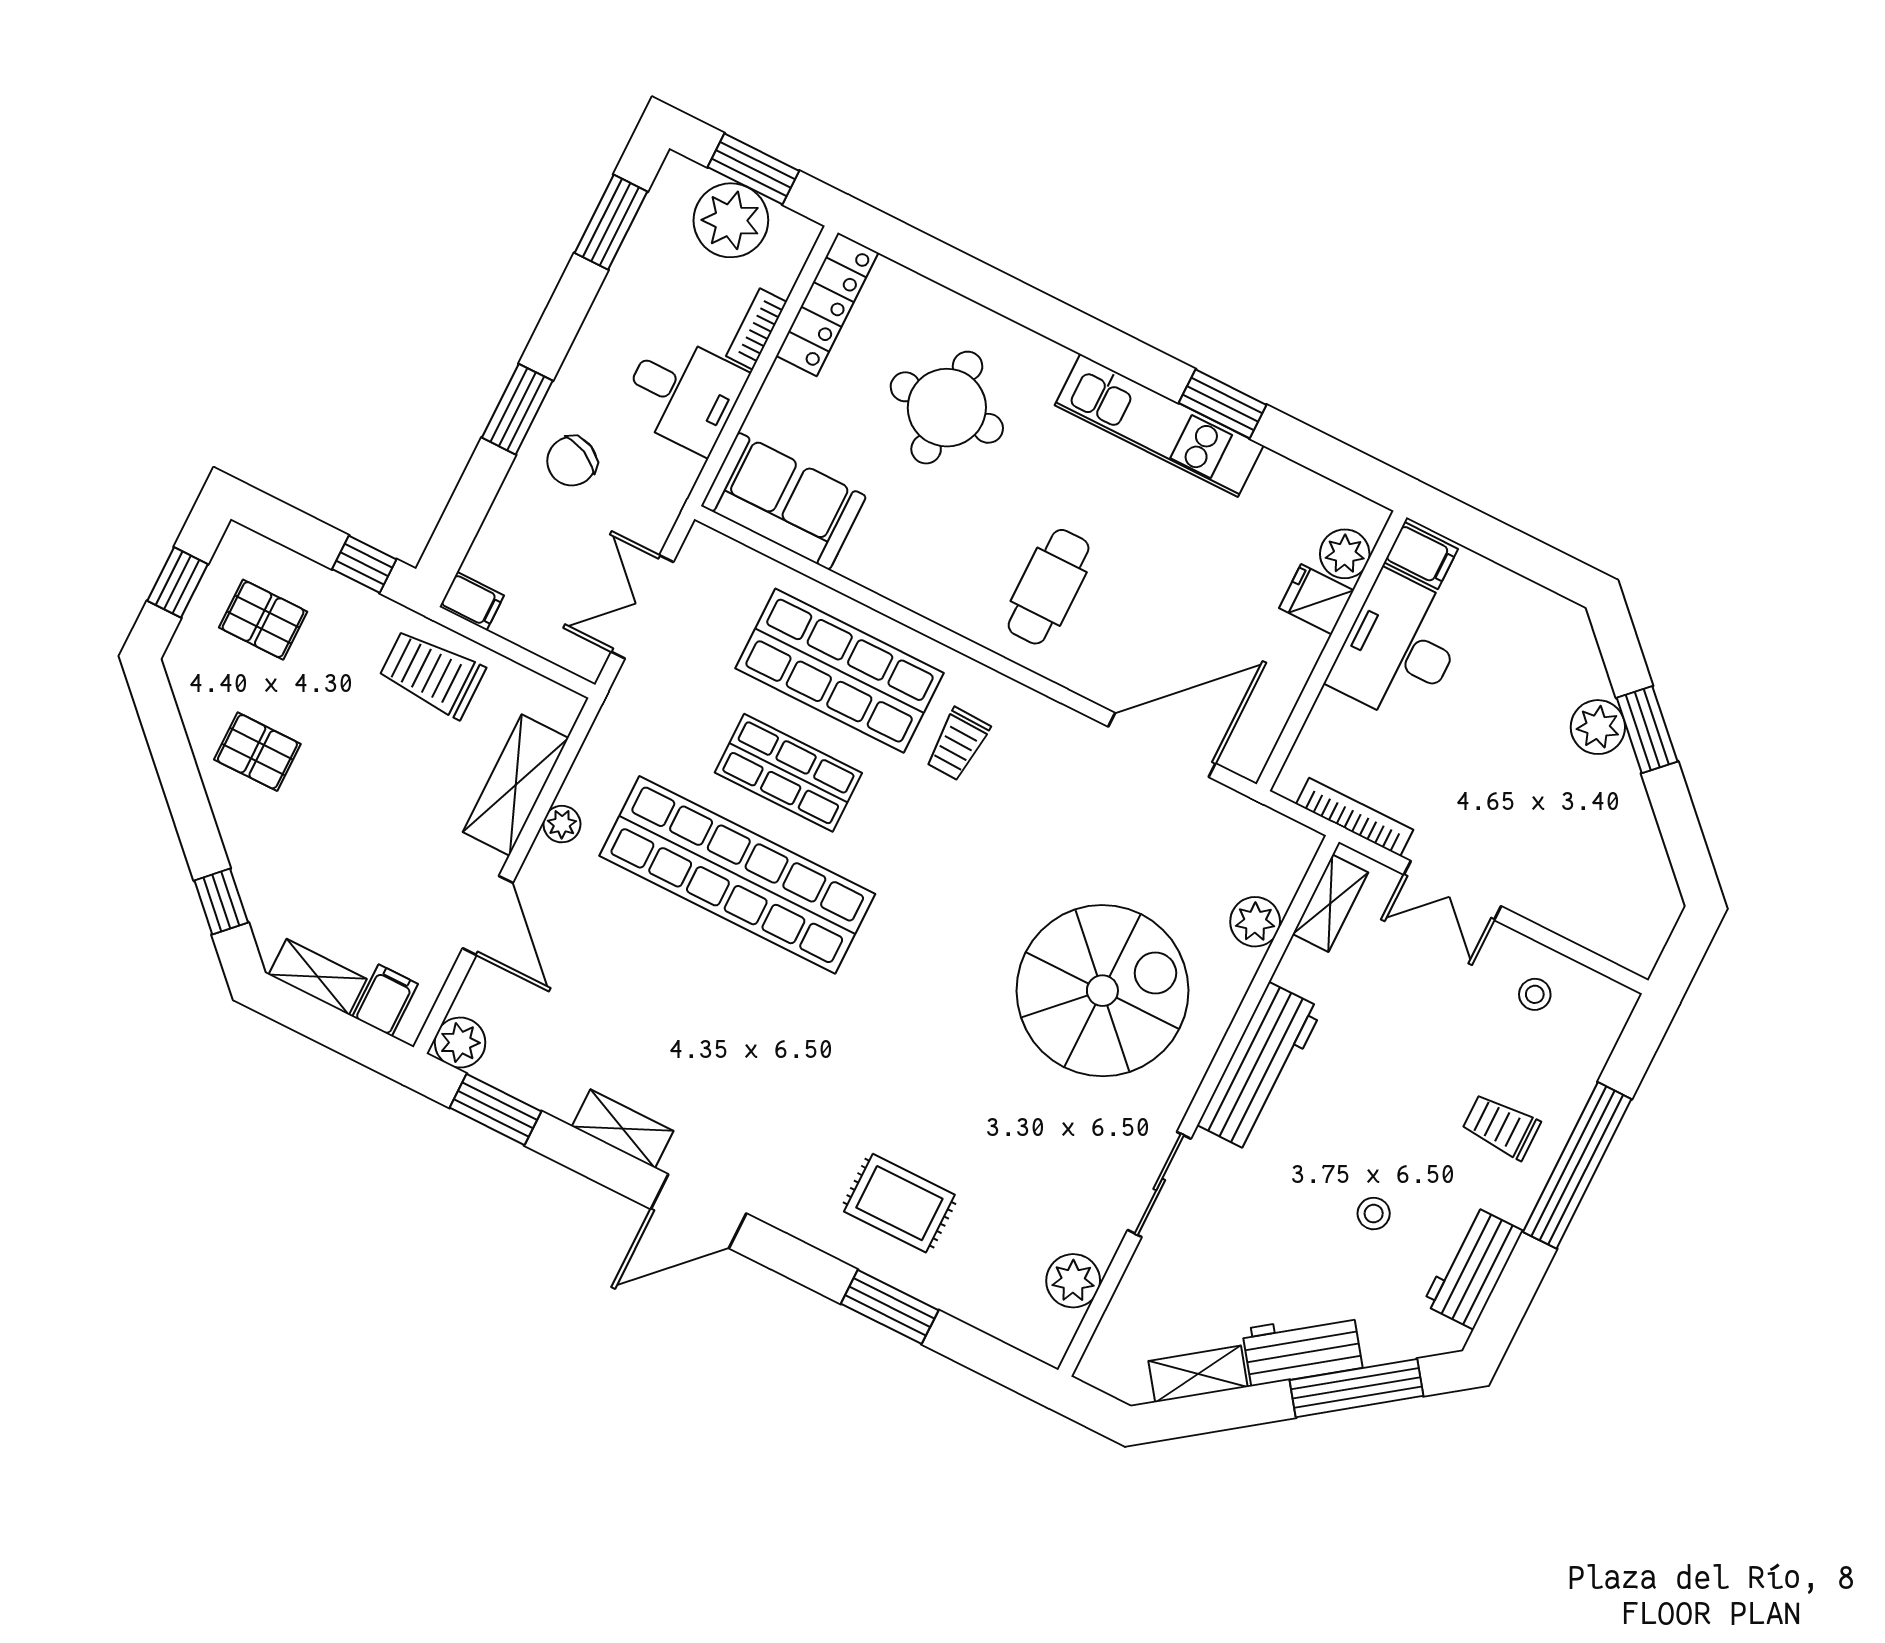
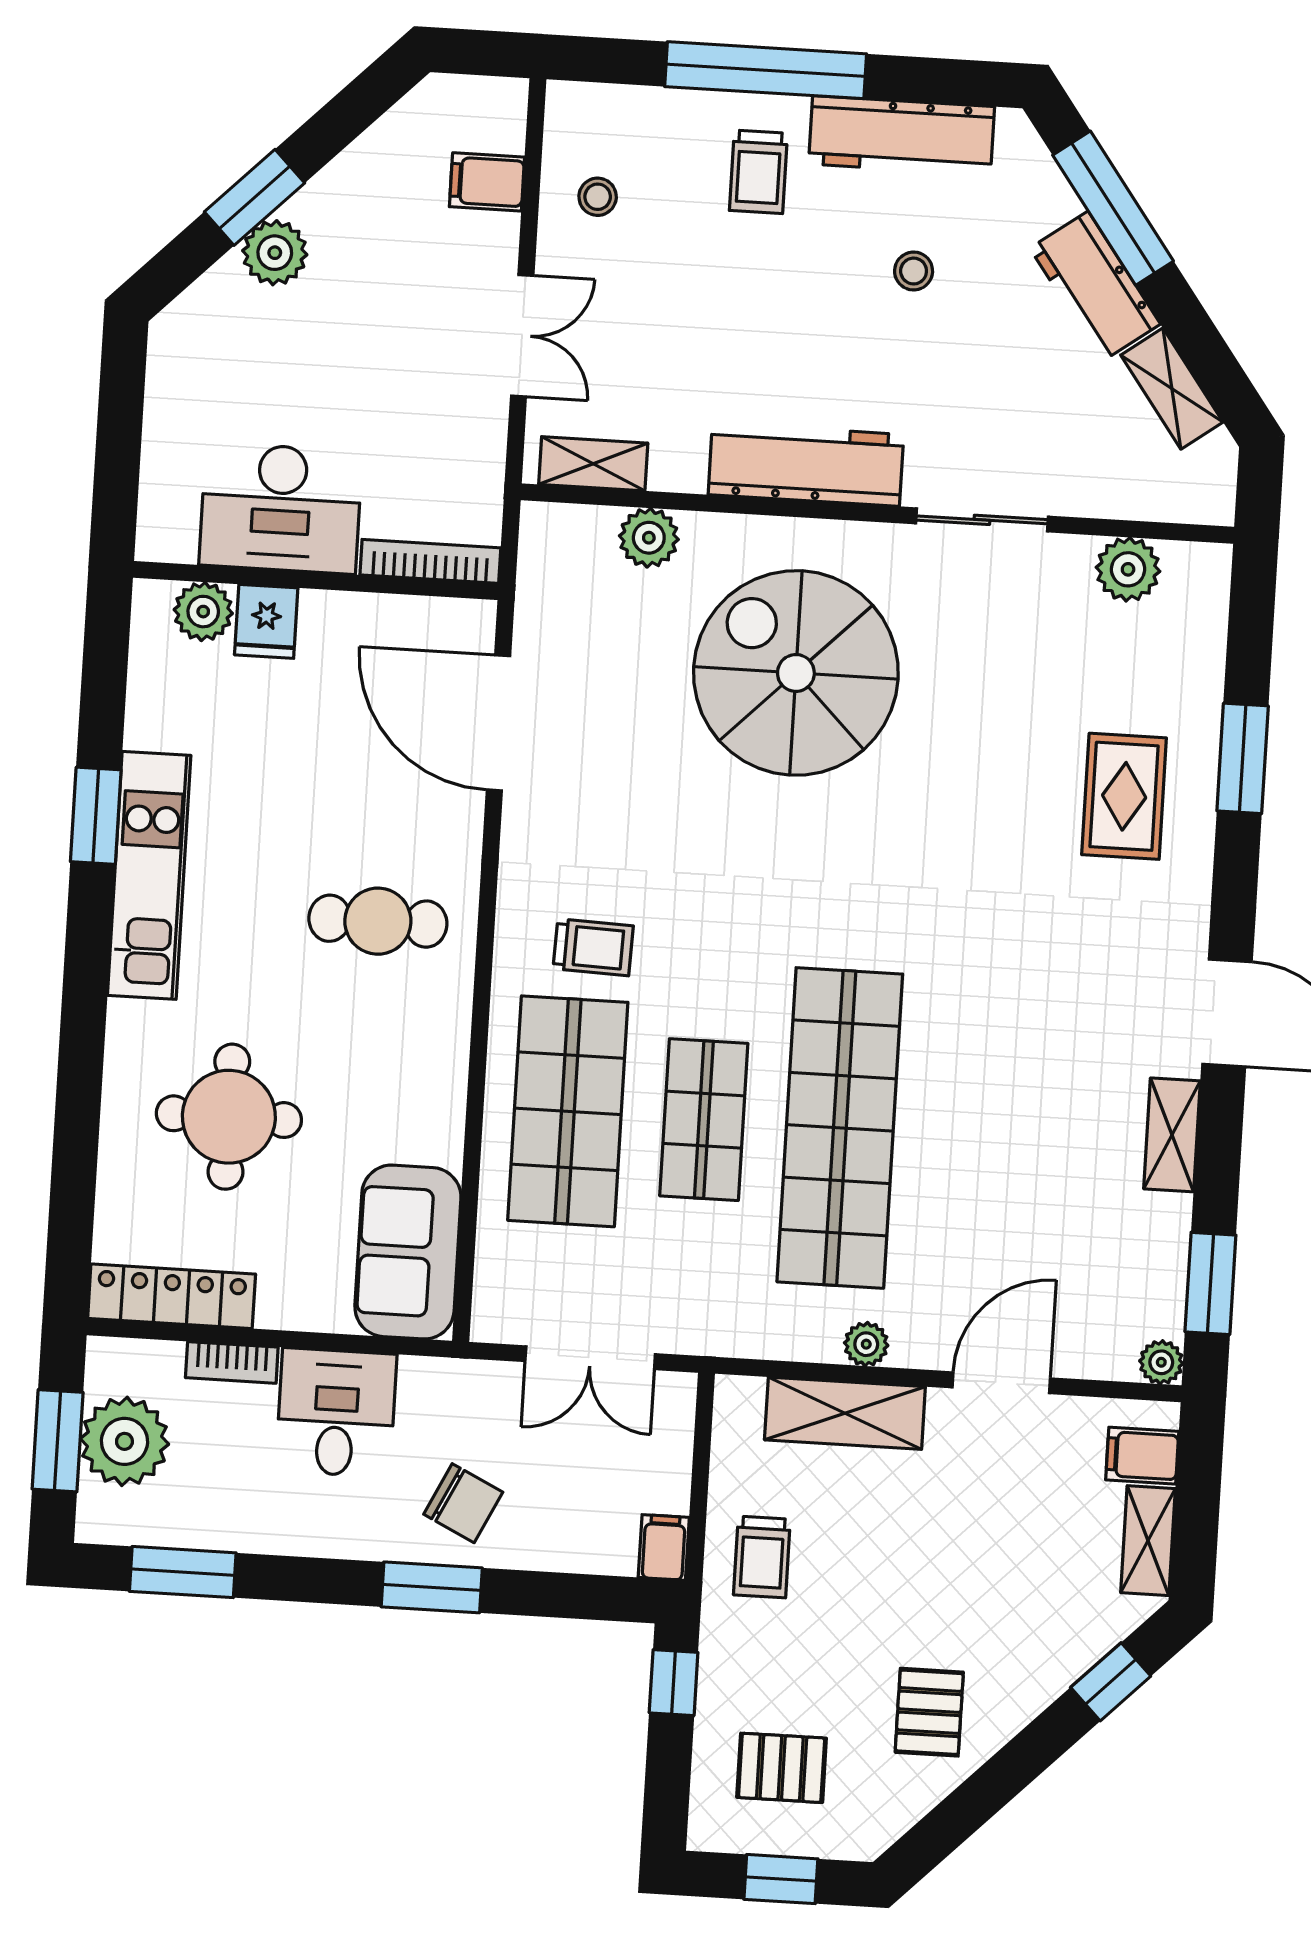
filing cabinet: (1421, 556) -> (487, 182), moved, turned -90
pallet: (263, 620) -> (782, 1768), turned 90
trolley: (432, 674) -> (762, 1557), width x0.73, depth x0.72
bookcase: (1355, 817) -> (430, 561), moved, turned 90
plant: (460, 1043) -> (1161, 1362), width x0.73, depth x0.73
workbench: (1473, 1267) -> (902, 135), width x1.38

